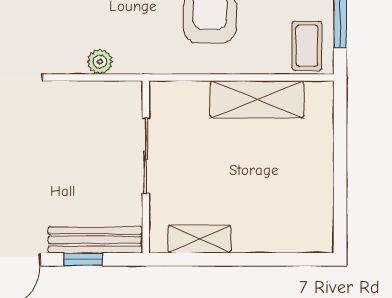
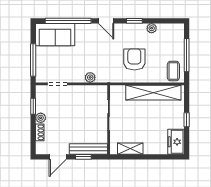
shelving: (257, 99) -> (153, 93), width x1.47
window: (340, 167) -> (187, 120), added
freezer: (313, 222) -> (176, 142), added

